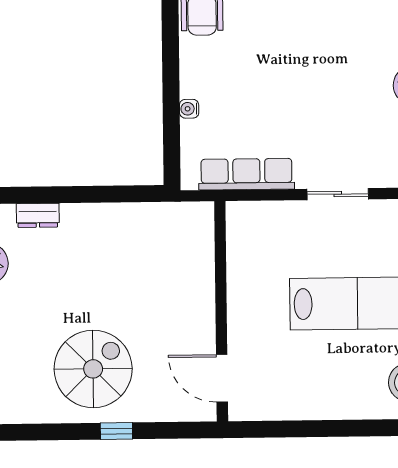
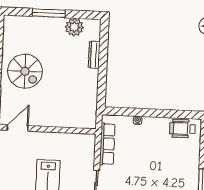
dresser: (38, 215) -> (94, 55), width x1.44

